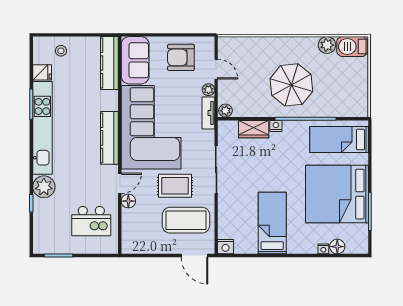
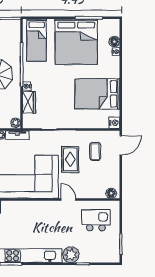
kitchen counter: (109, 138) -> (35, 207), removed
floor lamp: (128, 201) -> (111, 193), moved
coffee table: (186, 220) -> (95, 151), width x0.54, depth x0.58
kitchen island: (91, 221) -> (96, 220), turned -90
bed: (272, 223) -> (97, 94), width x1.50

